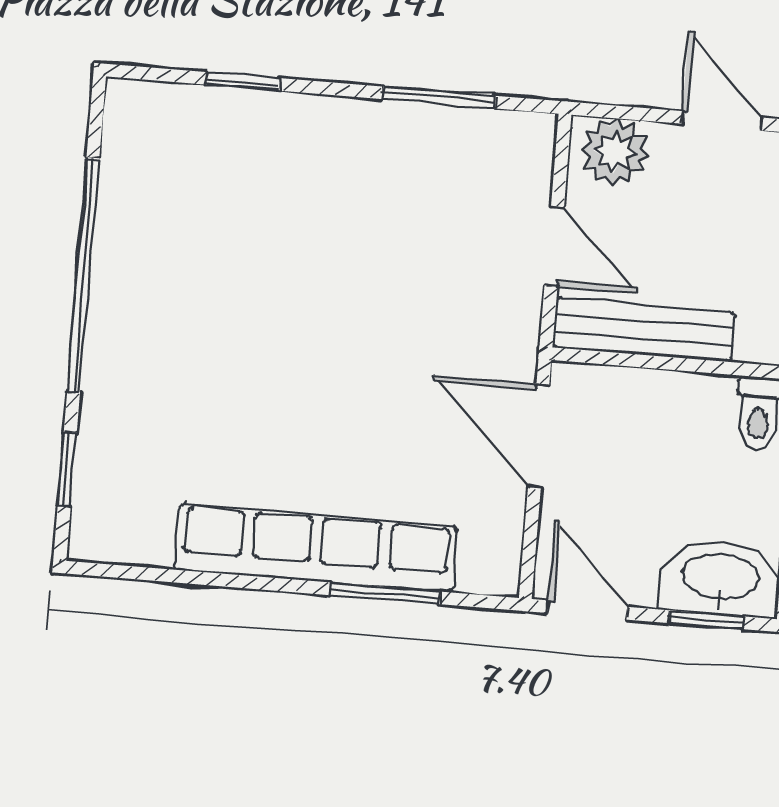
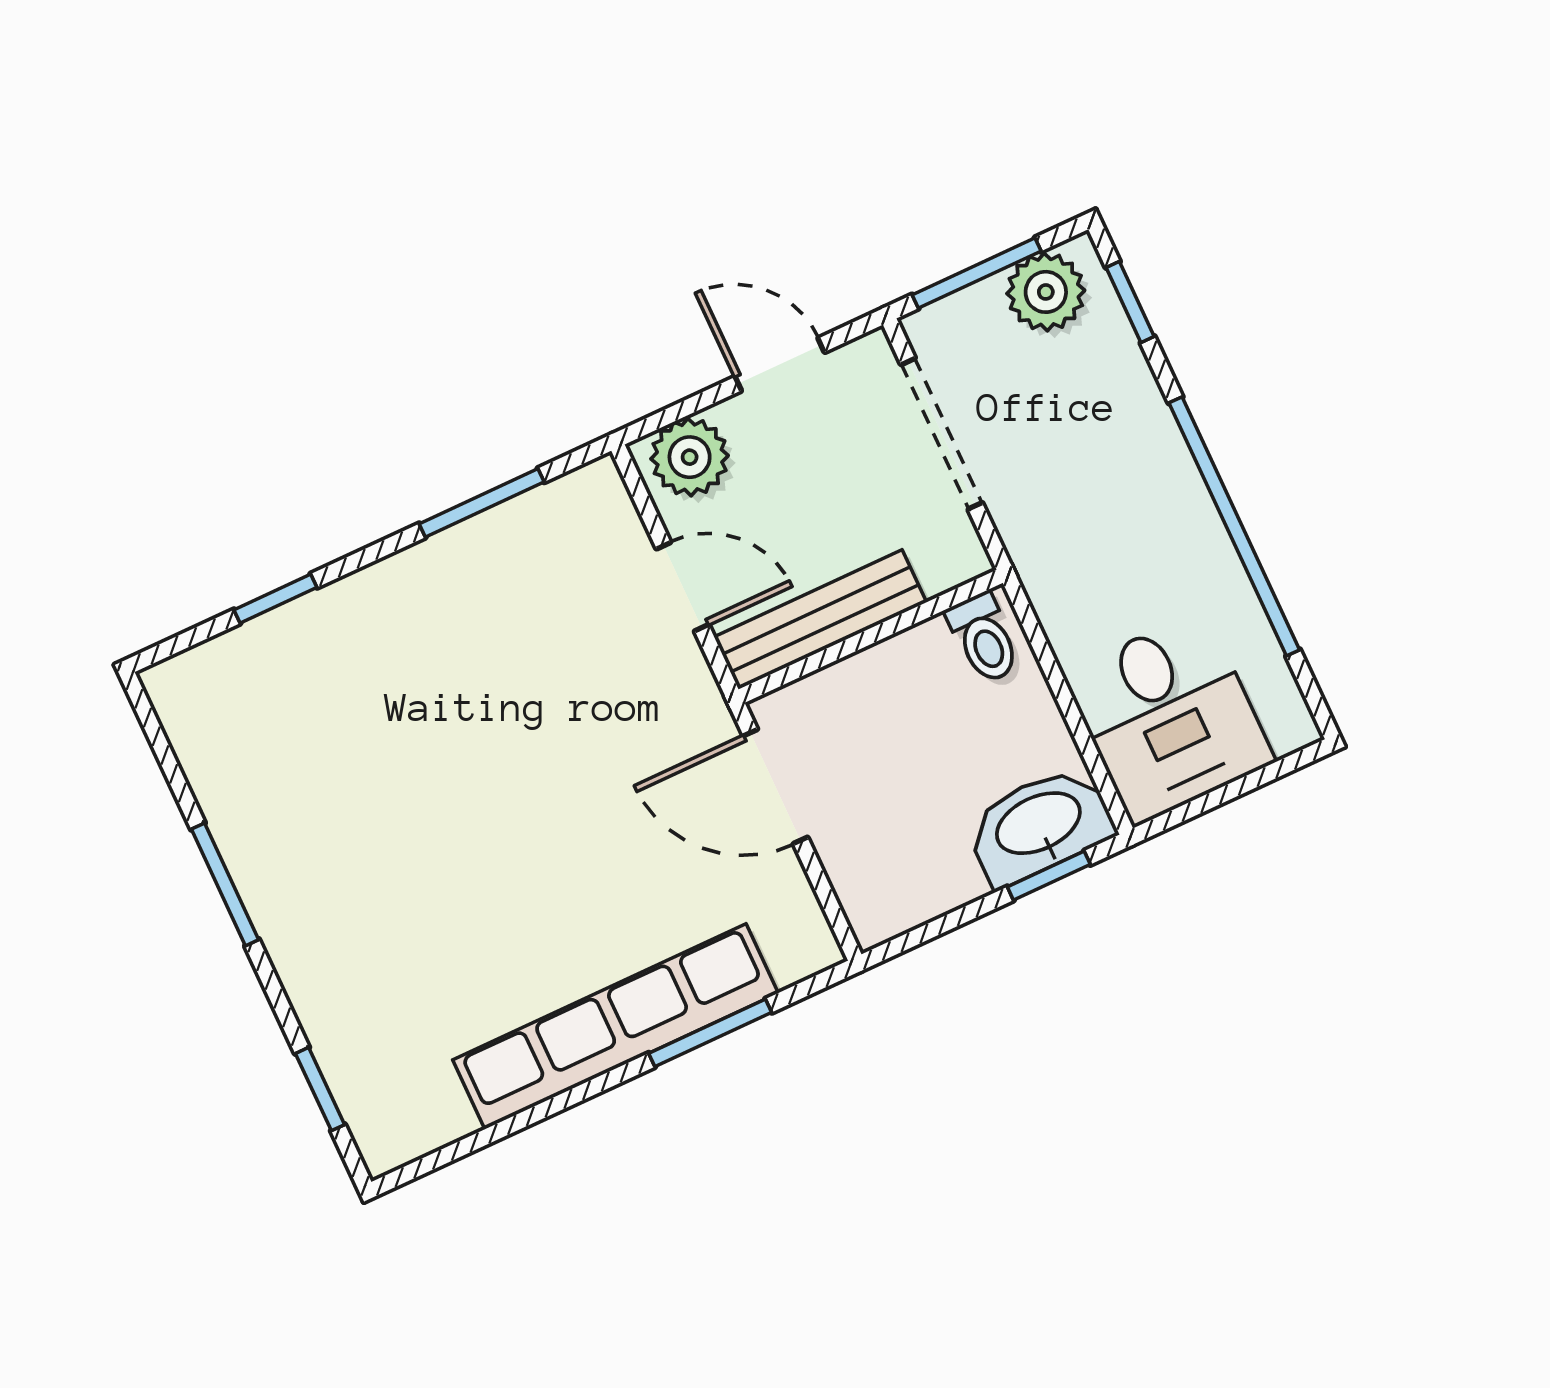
window: (83, 275) -> (225, 884), width x0.47
door: (587, 610) -> (924, 934), removed

